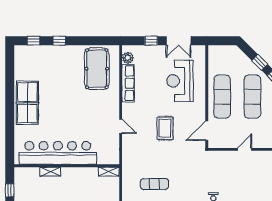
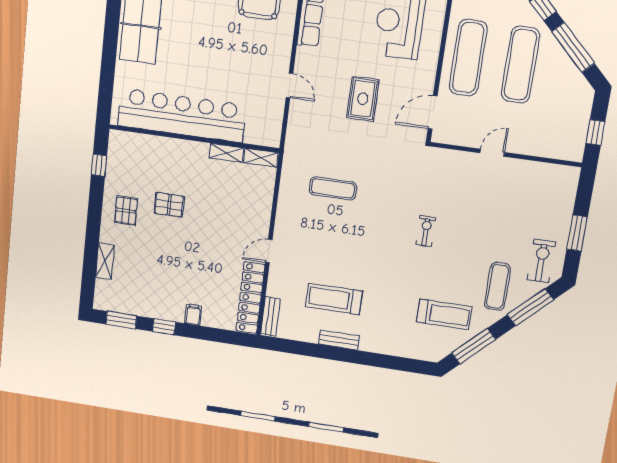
shelving: (50, 172) -> (226, 153), moved

